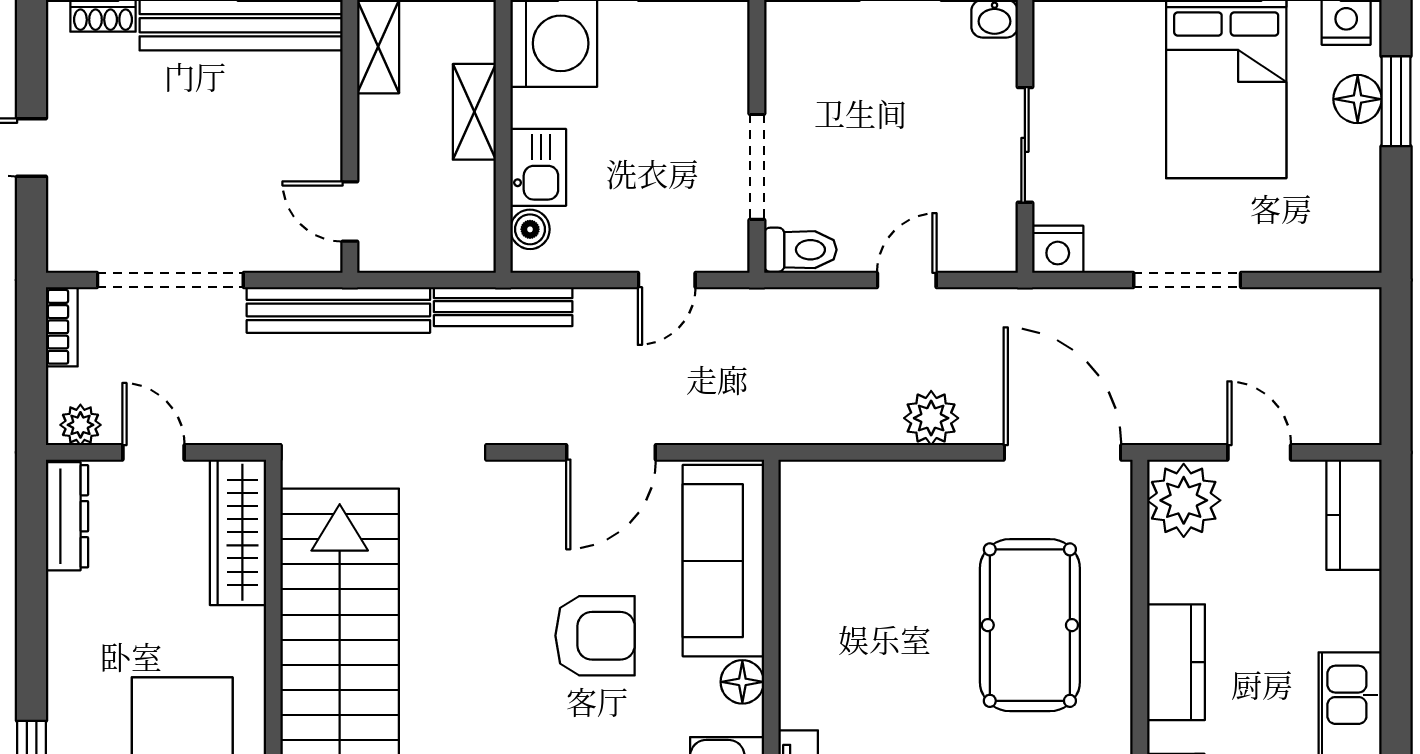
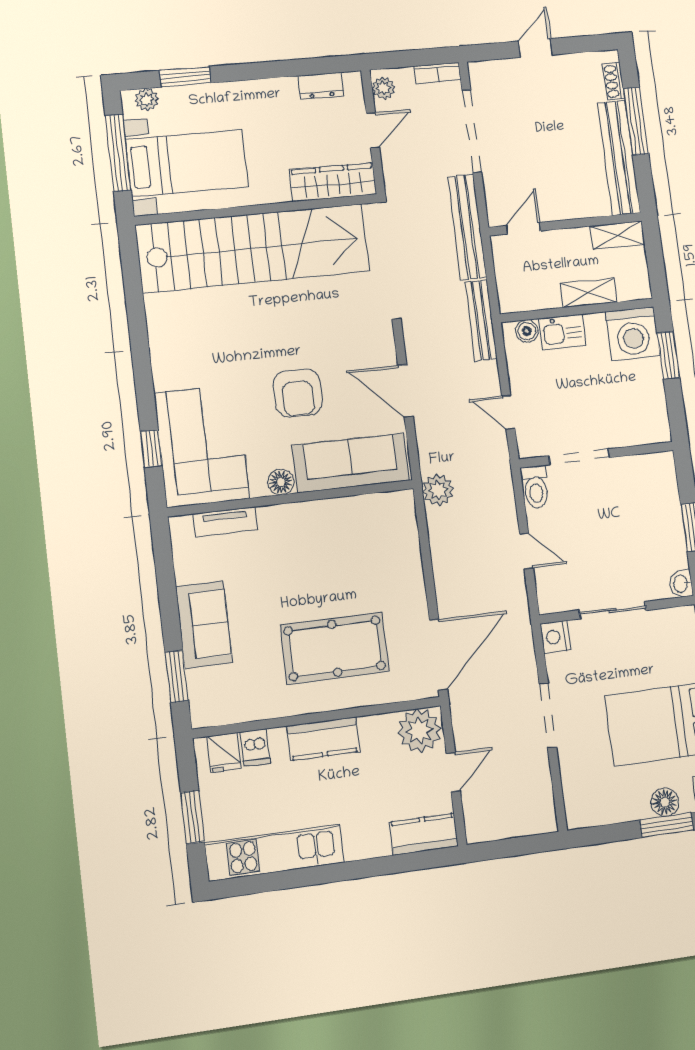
plant: (931, 418) -> (438, 490), moved
dresser: (67, 516) -> (321, 86), width x0.70

